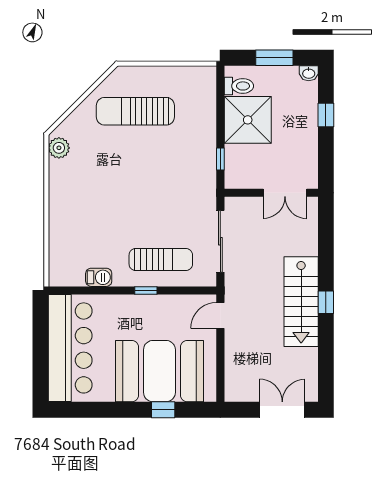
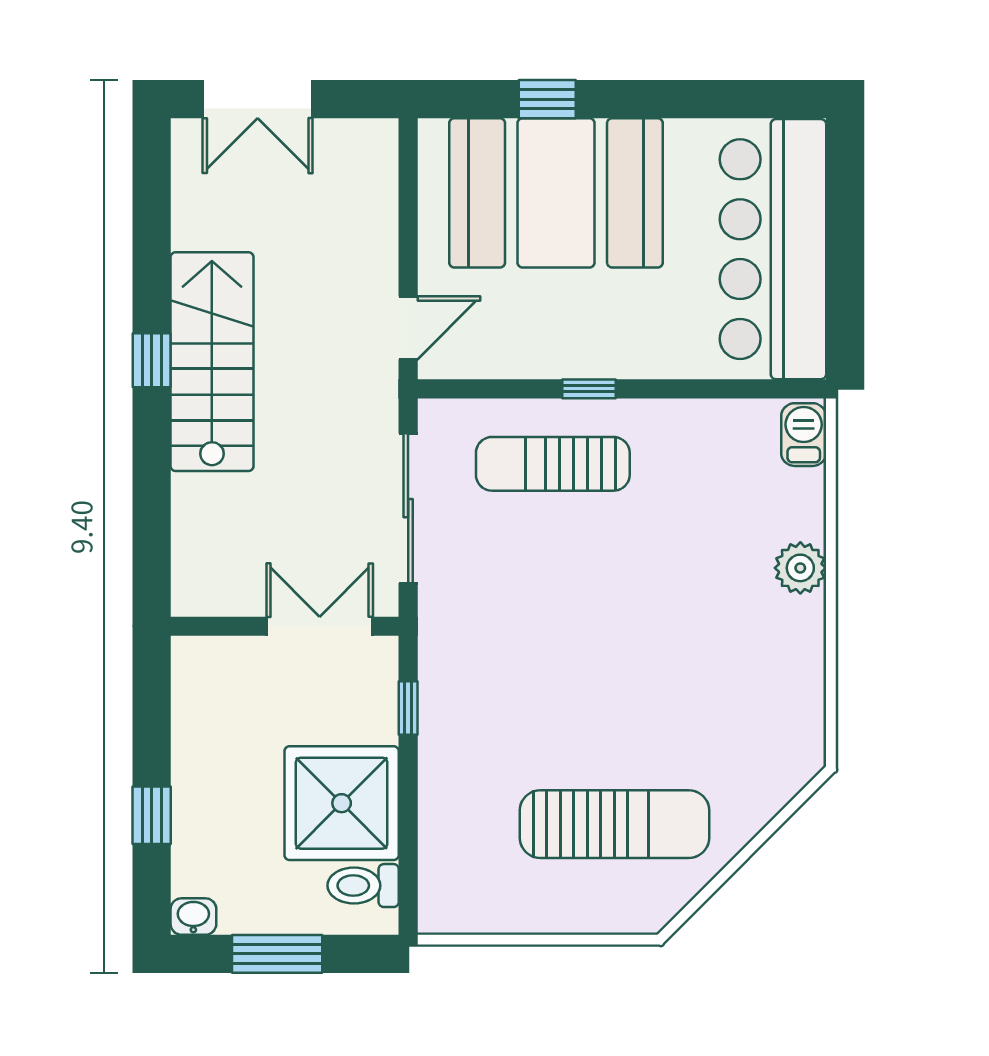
plant: (59, 148) -> (800, 568), moved
double door: (285, 193) -> (320, 626), moved
barbecue: (99, 277) -> (804, 435), moved, turned 90

